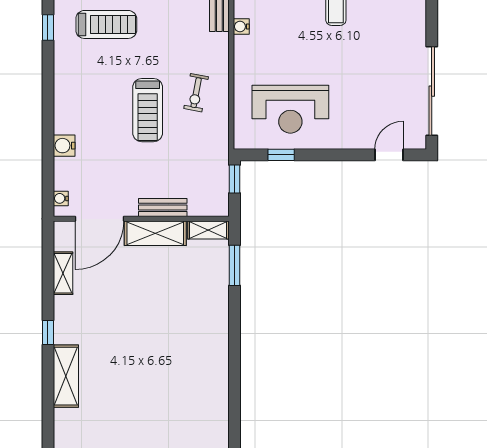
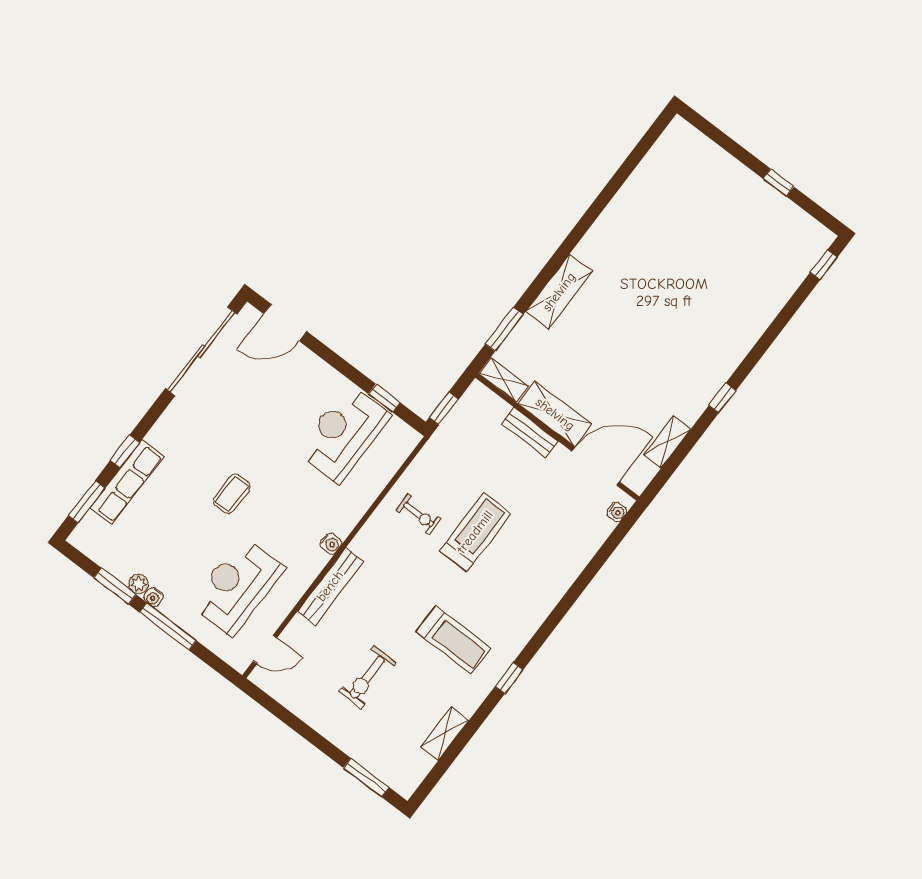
treadmill: (106, 24) -> (453, 640), turned 180
exercise bike: (196, 93) -> (419, 515), turned 79
reception desk: (290, 109) -> (344, 433), turned -90
water cooler: (64, 146) -> (577, 558), removed
door: (389, 155) -> (285, 323), width x1.38
shelving: (66, 376) -> (559, 292), moved

